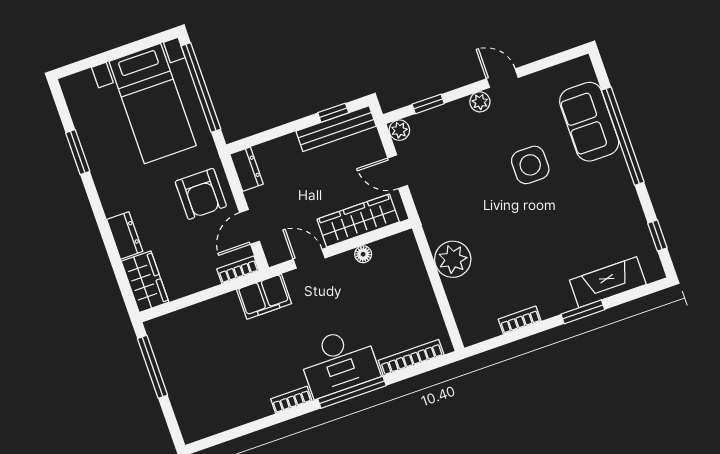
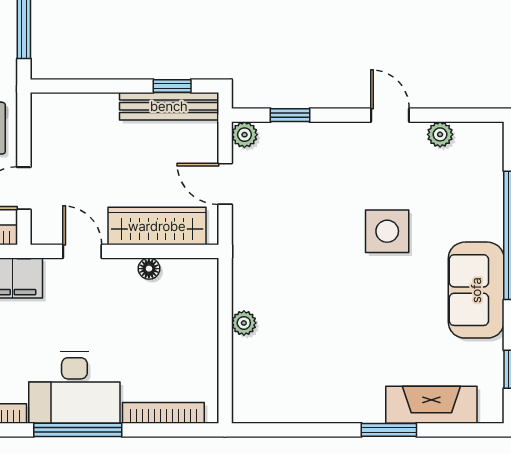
plant: (480, 102) -> (440, 134), moved
sofa: (589, 122) -> (476, 290), moved
dresser: (246, 169) -> (44, 117), removed
plant: (453, 259) -> (244, 323), width x0.53, depth x0.53
bookcase: (520, 320) -> (310, 413), removed

